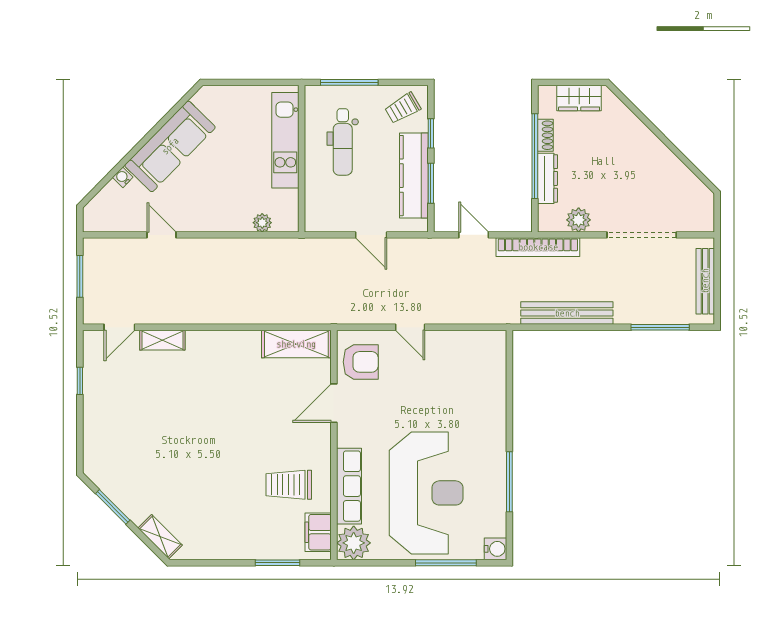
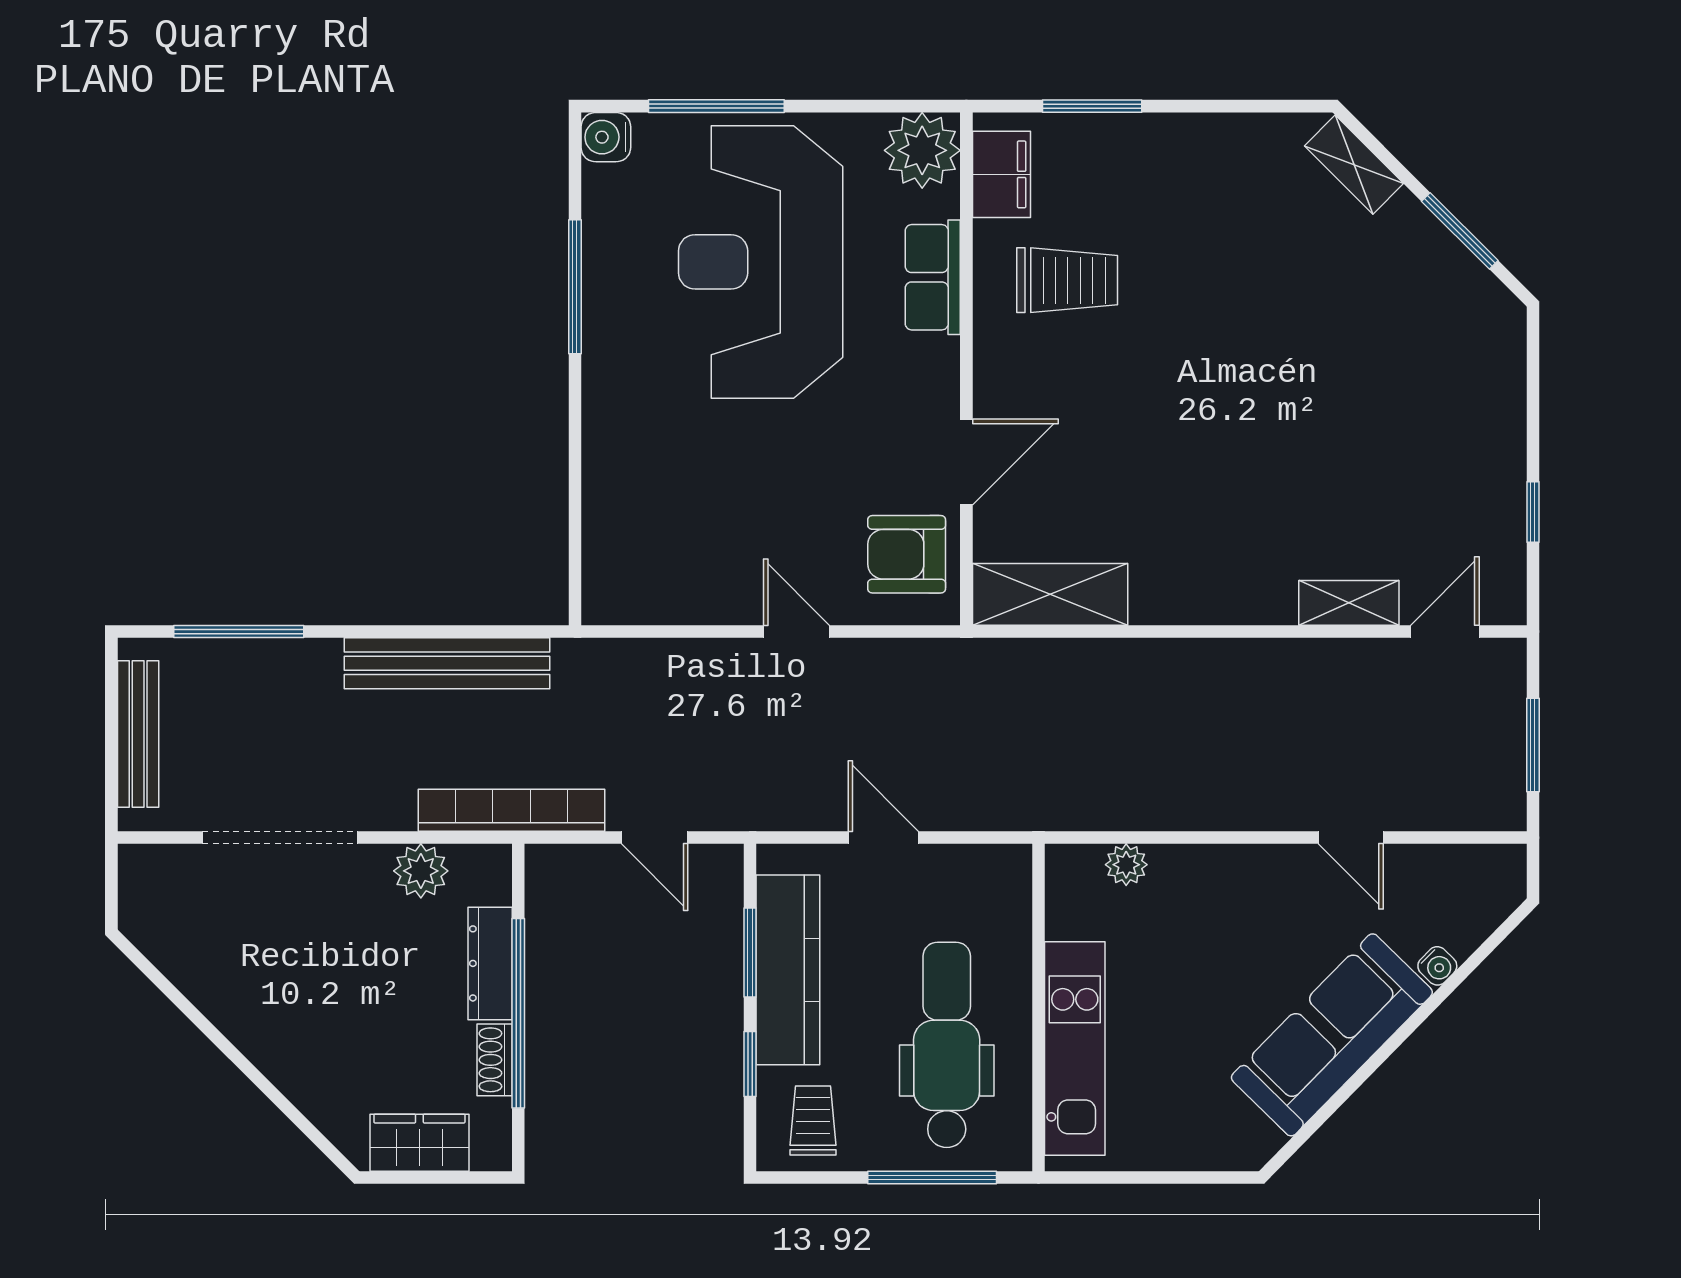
trolley: (403, 108) -> (813, 1121), turned -60
dental chair: (343, 142) -> (947, 1045), width x1.36, depth x1.38
row of seats: (349, 486) -> (933, 277), width x0.68

